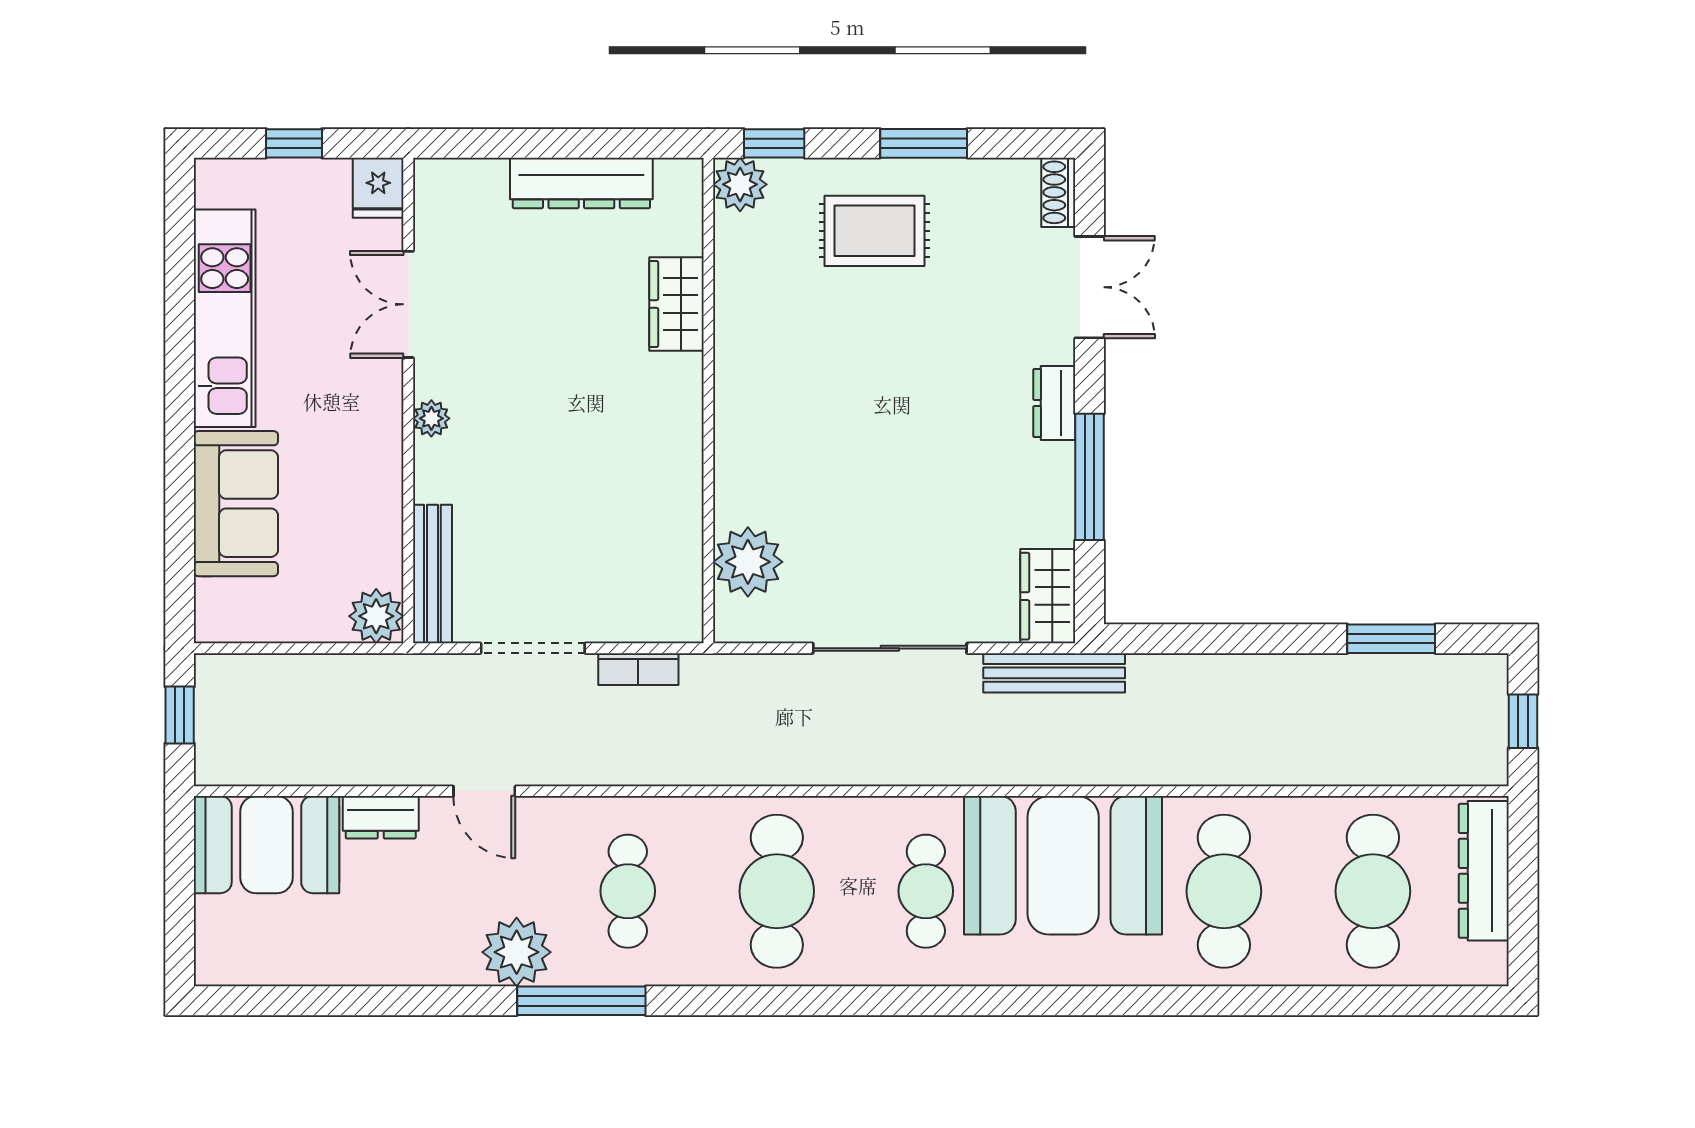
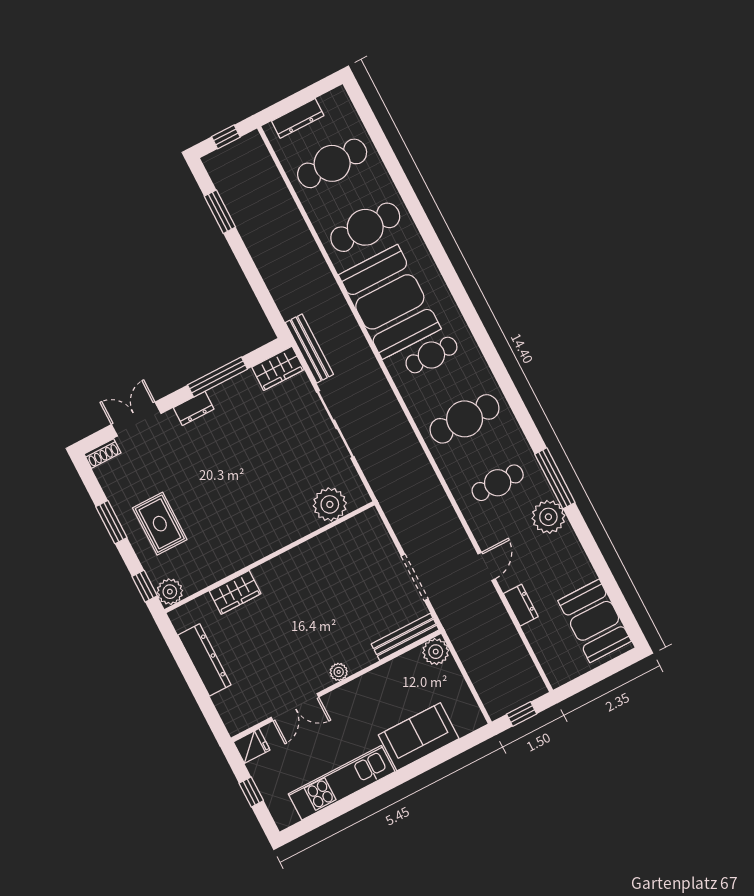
bookcase: (638, 669) -> (400, 528), removed
booth: (266, 845) -> (595, 621), moved
dresser: (1484, 871) -> (298, 118), width x0.73, depth x0.80

